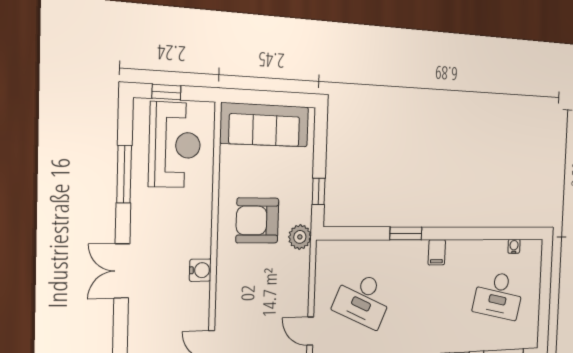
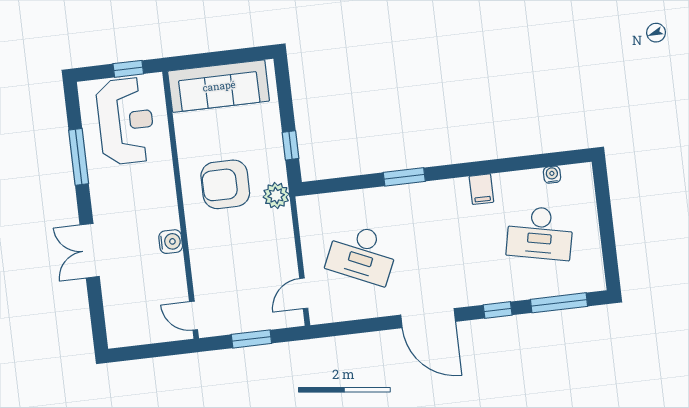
window: (166, 92) -> (128, 69), moved
filing cabinet: (437, 252) -> (481, 189), moved
door: (310, 331) -> (304, 293), hinge flipped

